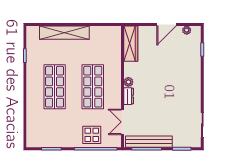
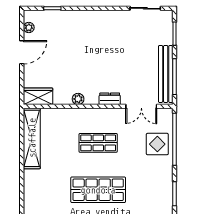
door: (167, 25) -> (22, 52), hinge flipped
shelving: (64, 33) -> (32, 138), moved
wardrobe: (131, 44) -> (38, 96), width x0.67
plant: (128, 82) -> (78, 99), moved
shop shelf: (93, 87) -> (98, 143), width x0.70, depth x0.74

